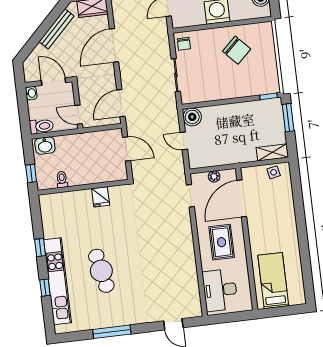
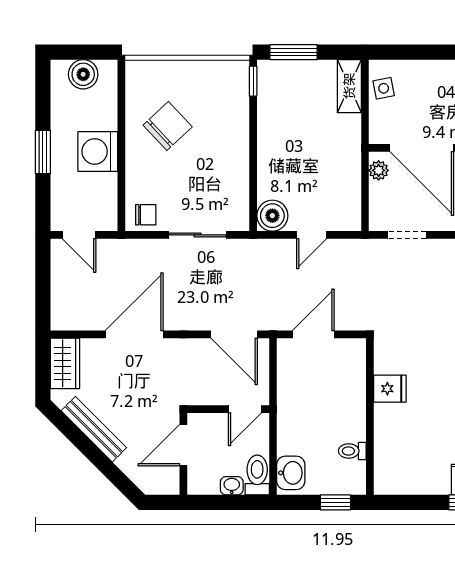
door: (114, 45) -> (134, 334), swing flipped
washbasin: (31, 93) -> (232, 486), moved
plant: (214, 176) -> (379, 170), moved

